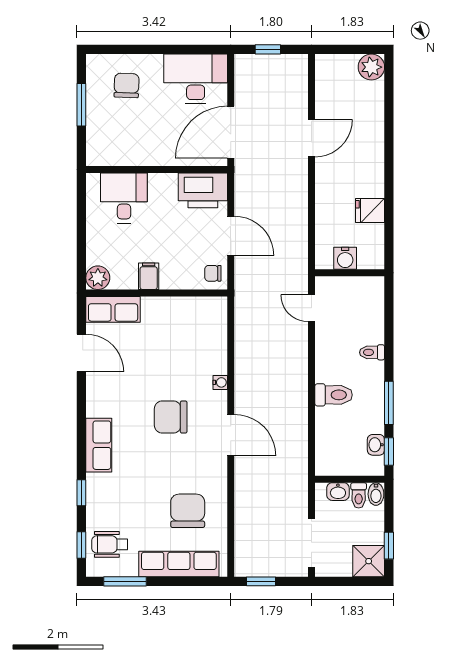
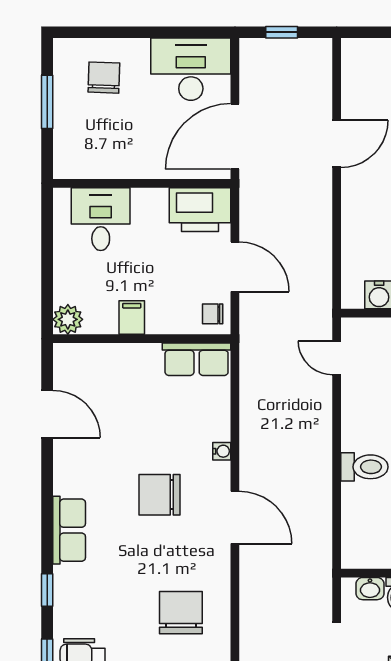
row of seats: (113, 309) -> (197, 359), moved

